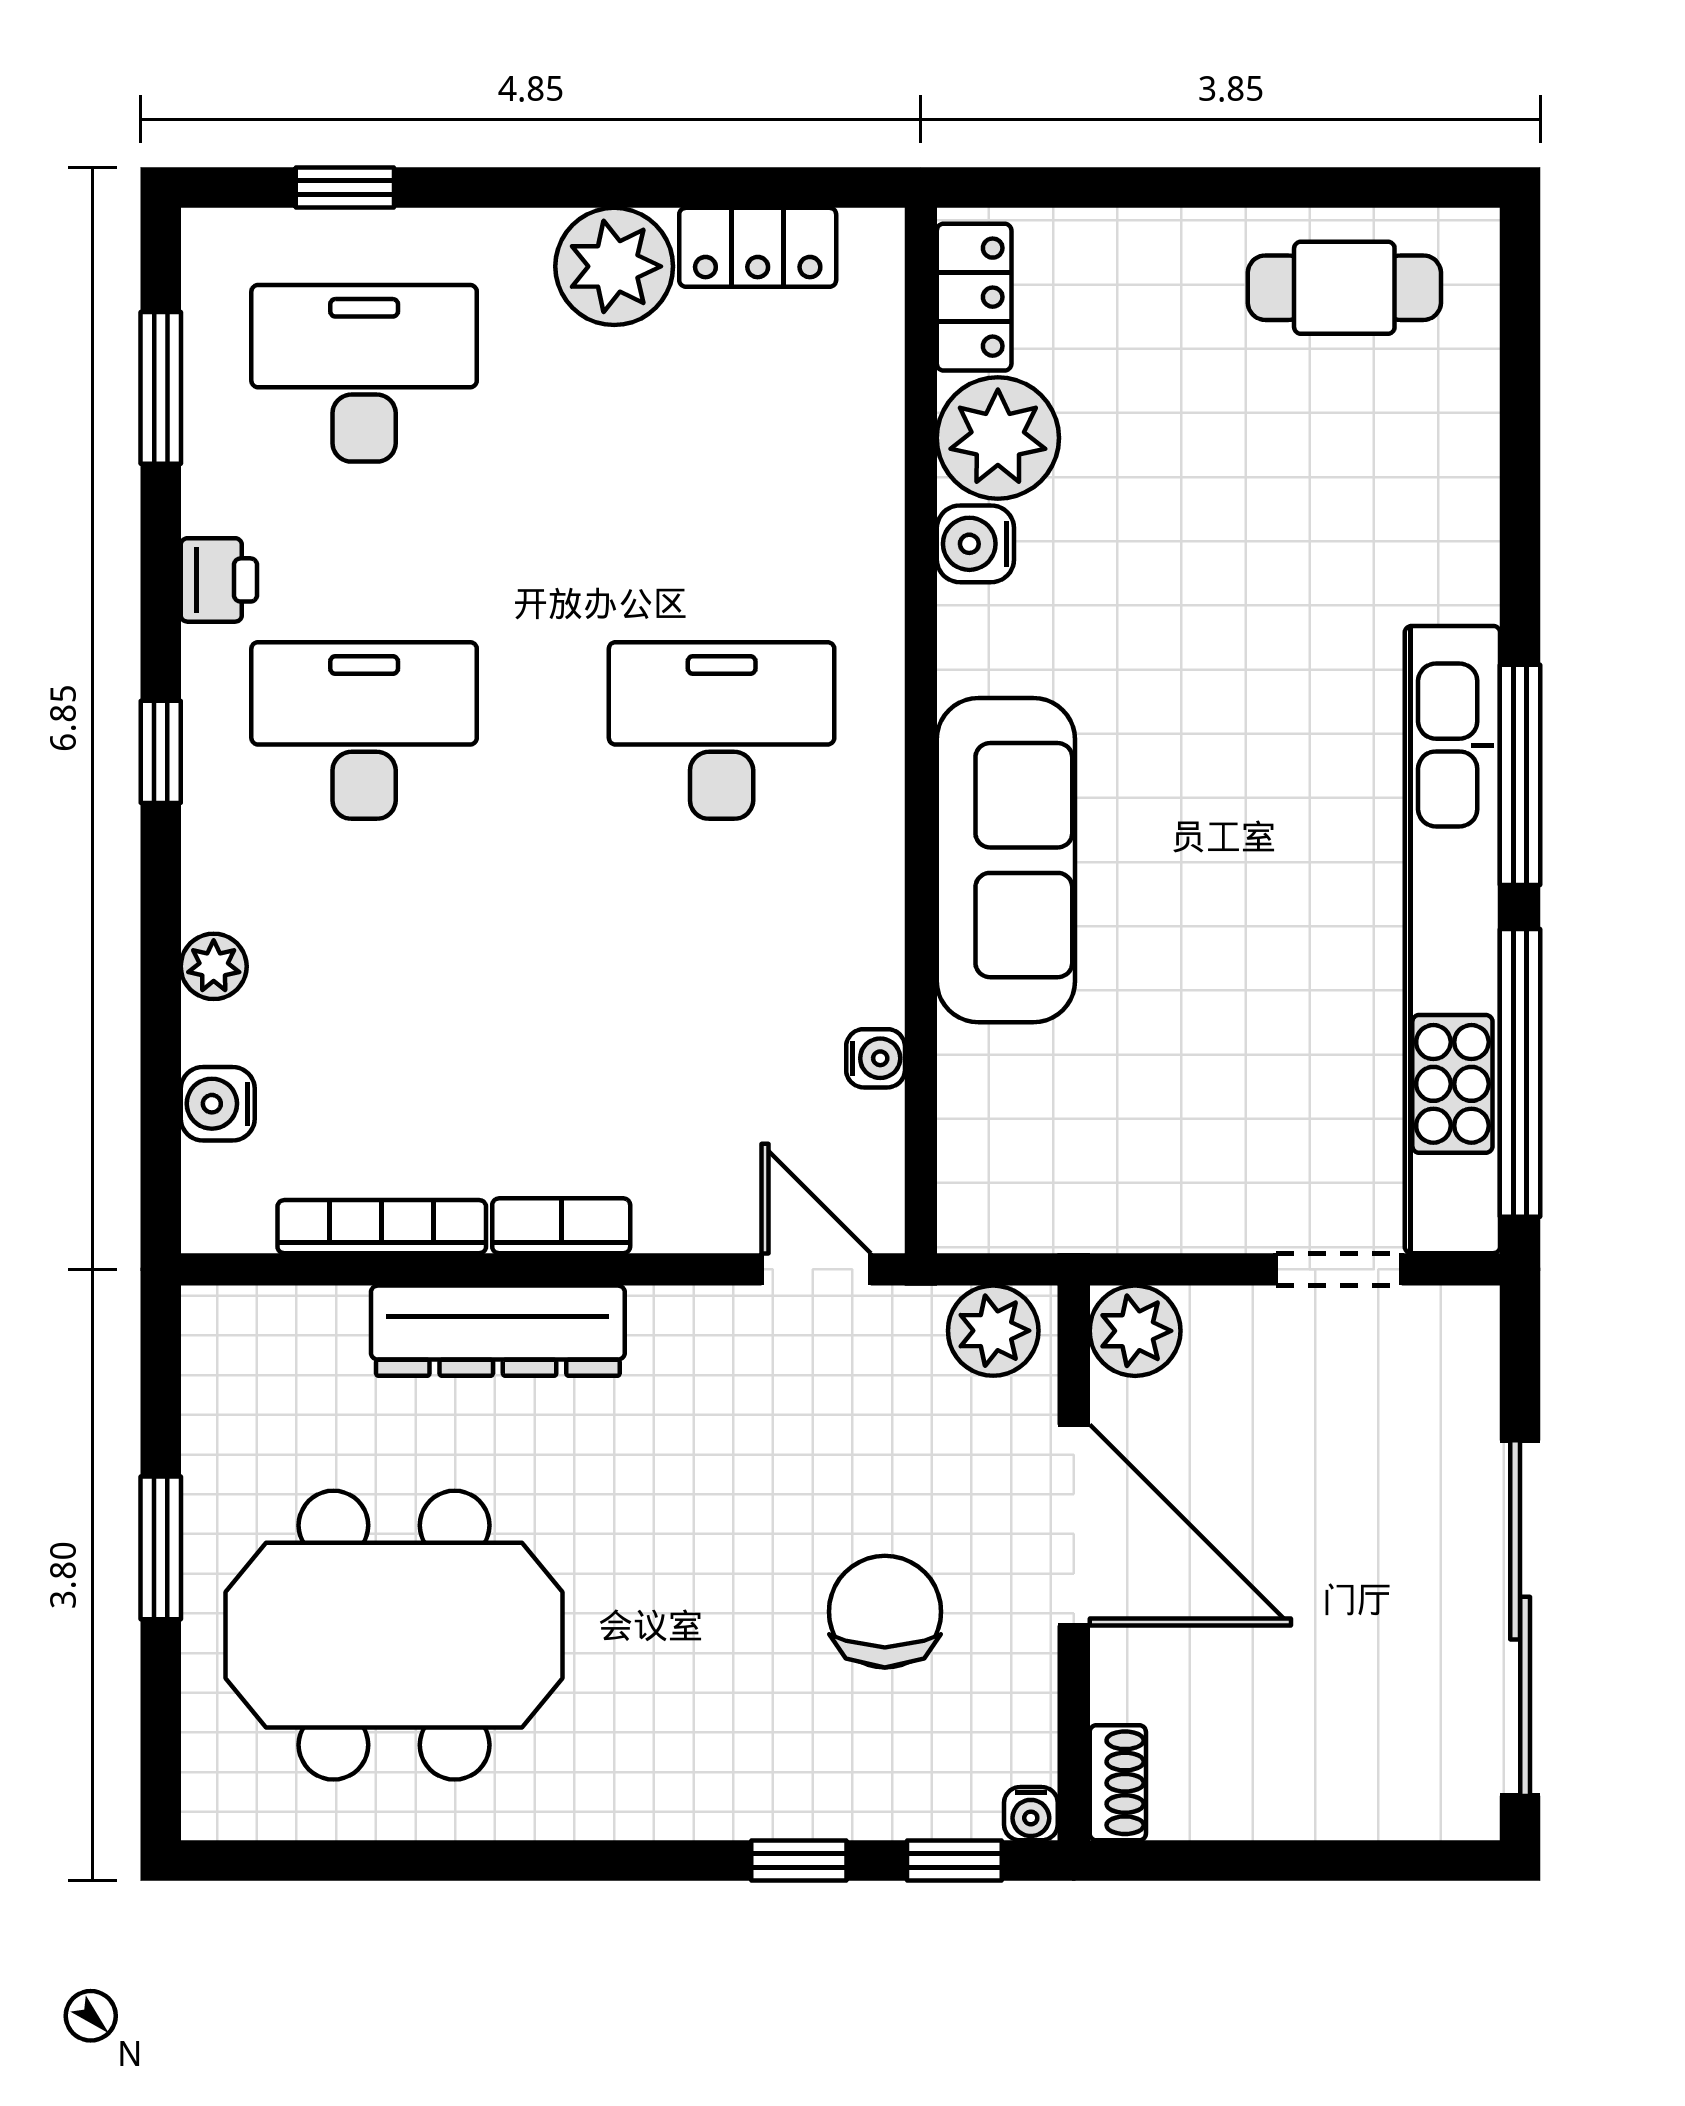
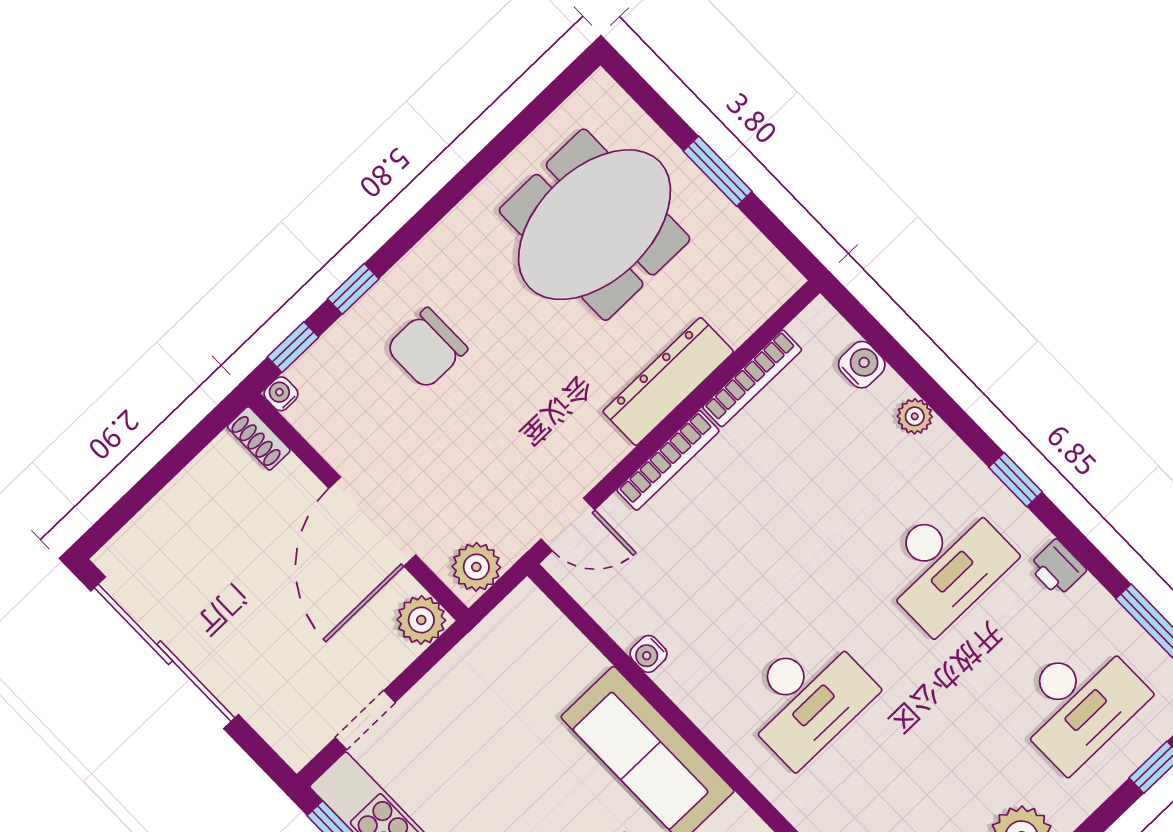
water cooler: (876, 1058) -> (648, 654), moved
bookcase: (561, 1226) -> (668, 460), width x1.56
door: (1074, 1525) -> (372, 522), hinge flipped
chair: (885, 1612) -> (427, 348), moved, turned 90

